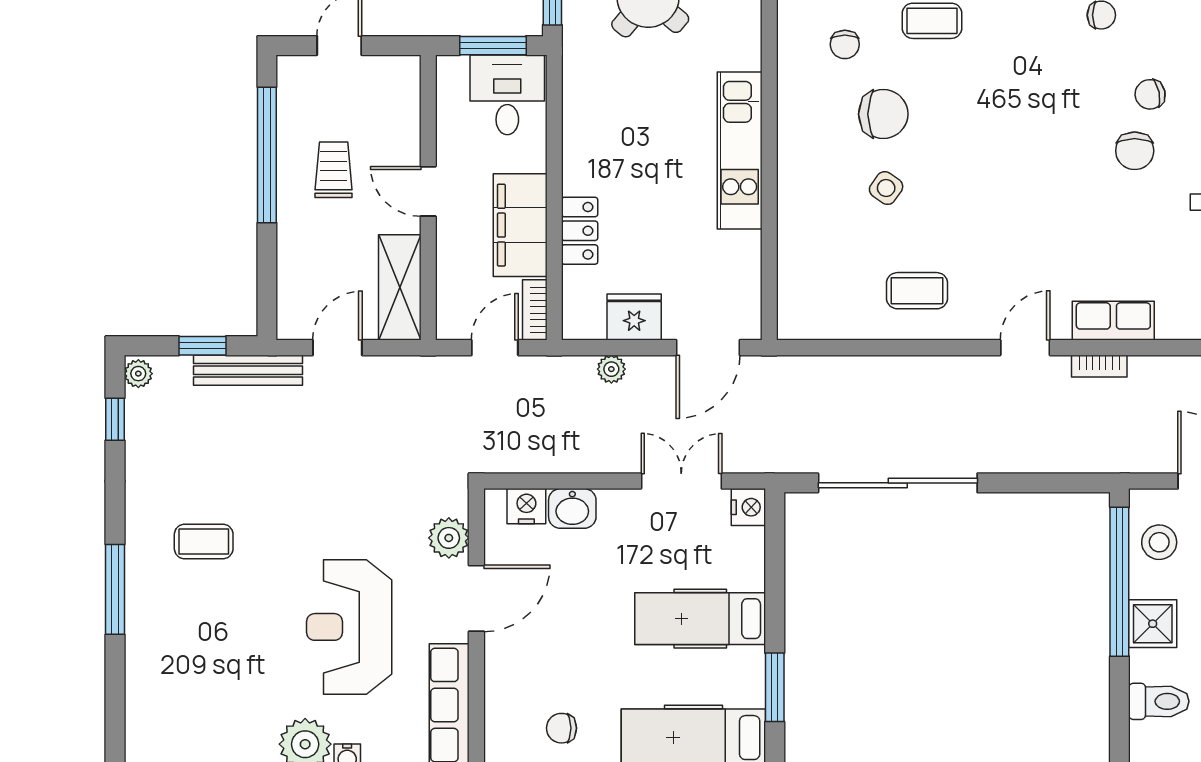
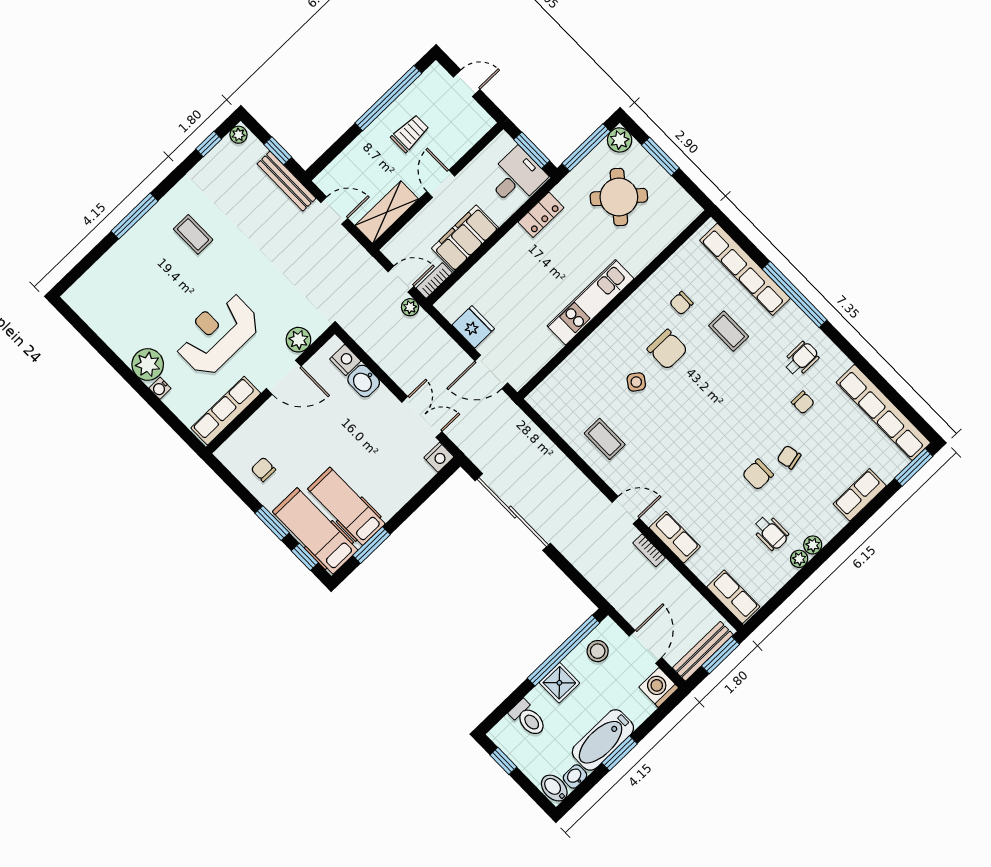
locker: (580, 231) -> (541, 215), moved
plant: (611, 369) -> (410, 307), moved
hospital bed: (700, 619) -> (346, 506), moved

